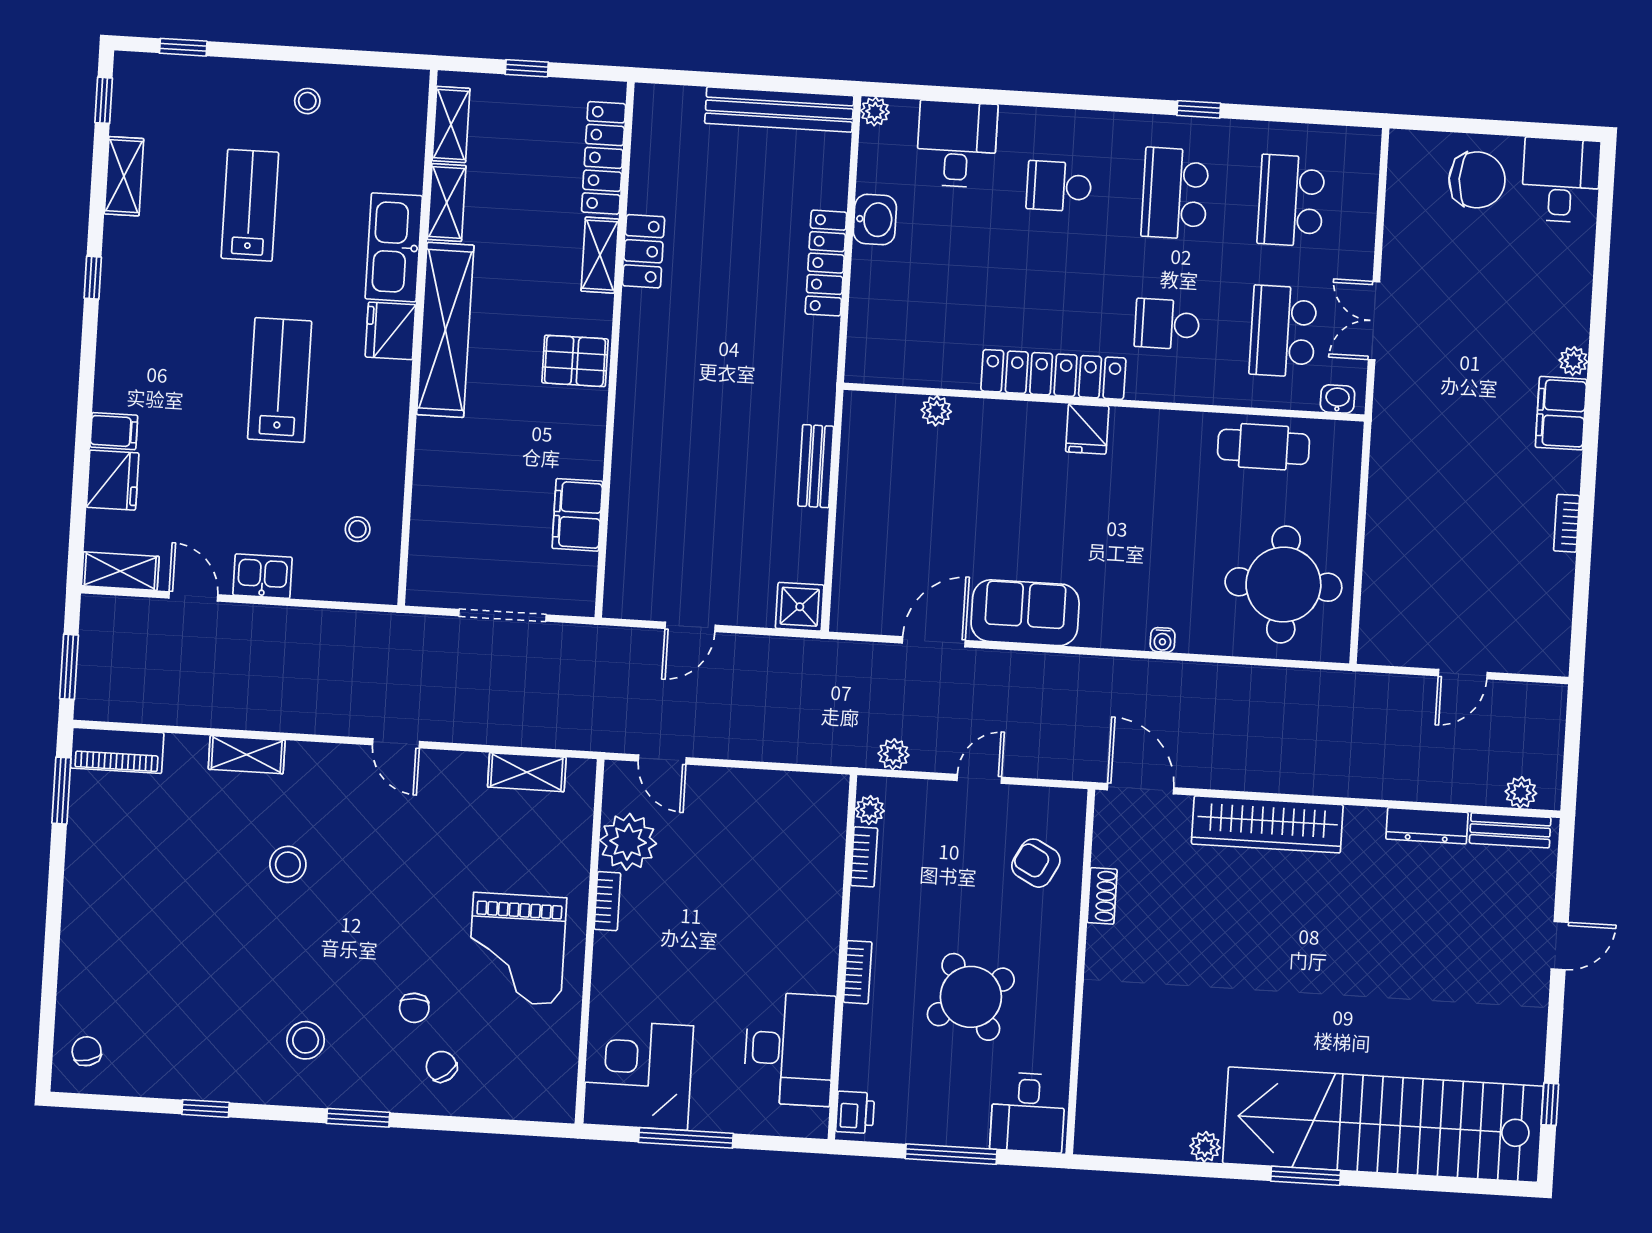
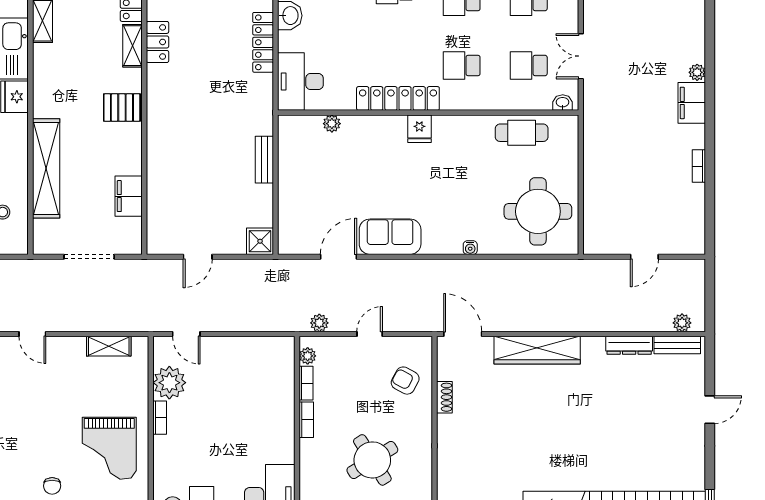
shelving: (445, 330) -> (46, 168), moved
school desk: (1283, 331) -> (529, 65), width x0.54
desk: (886, 335) -> (300, 82), added
bookcase: (858, 972) -> (306, 420), moved

